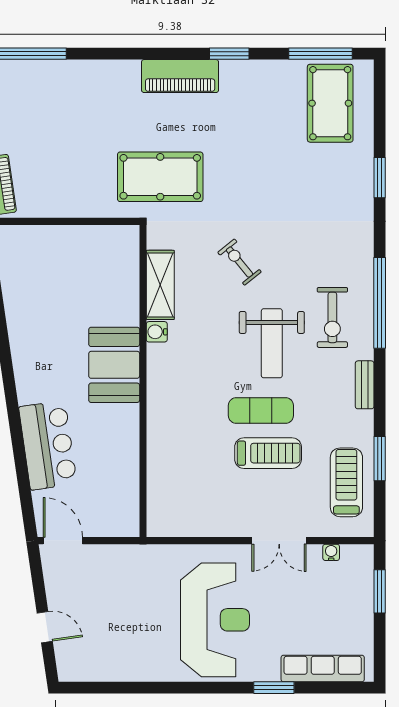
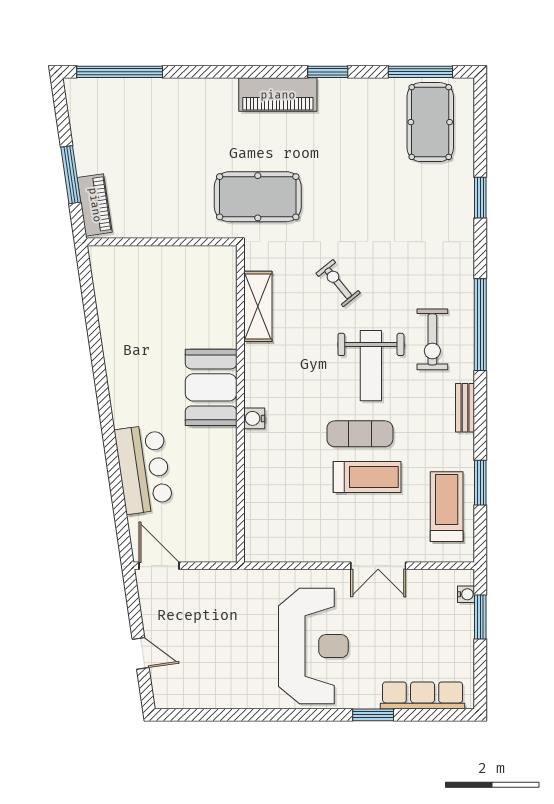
water cooler: (157, 332) -> (254, 418), moved
water cooler: (331, 552) -> (466, 594), moved, turned 90

